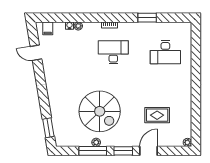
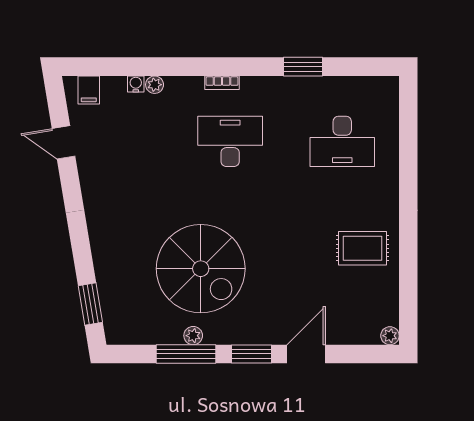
rug: (157, 115) -> (362, 248), moved

